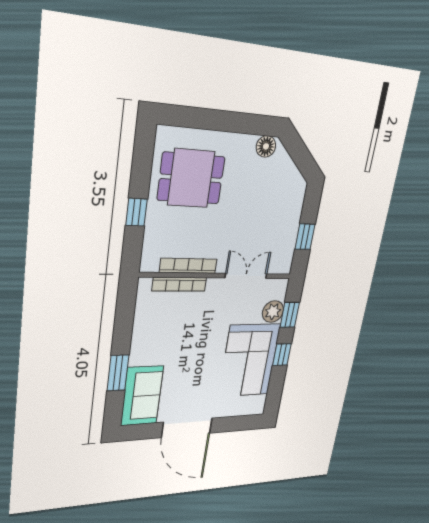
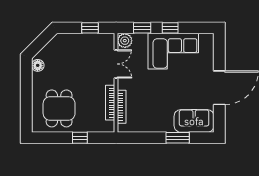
double door: (246, 276) -> (116, 64), swing flipped
plant: (273, 312) -> (125, 41), moved

